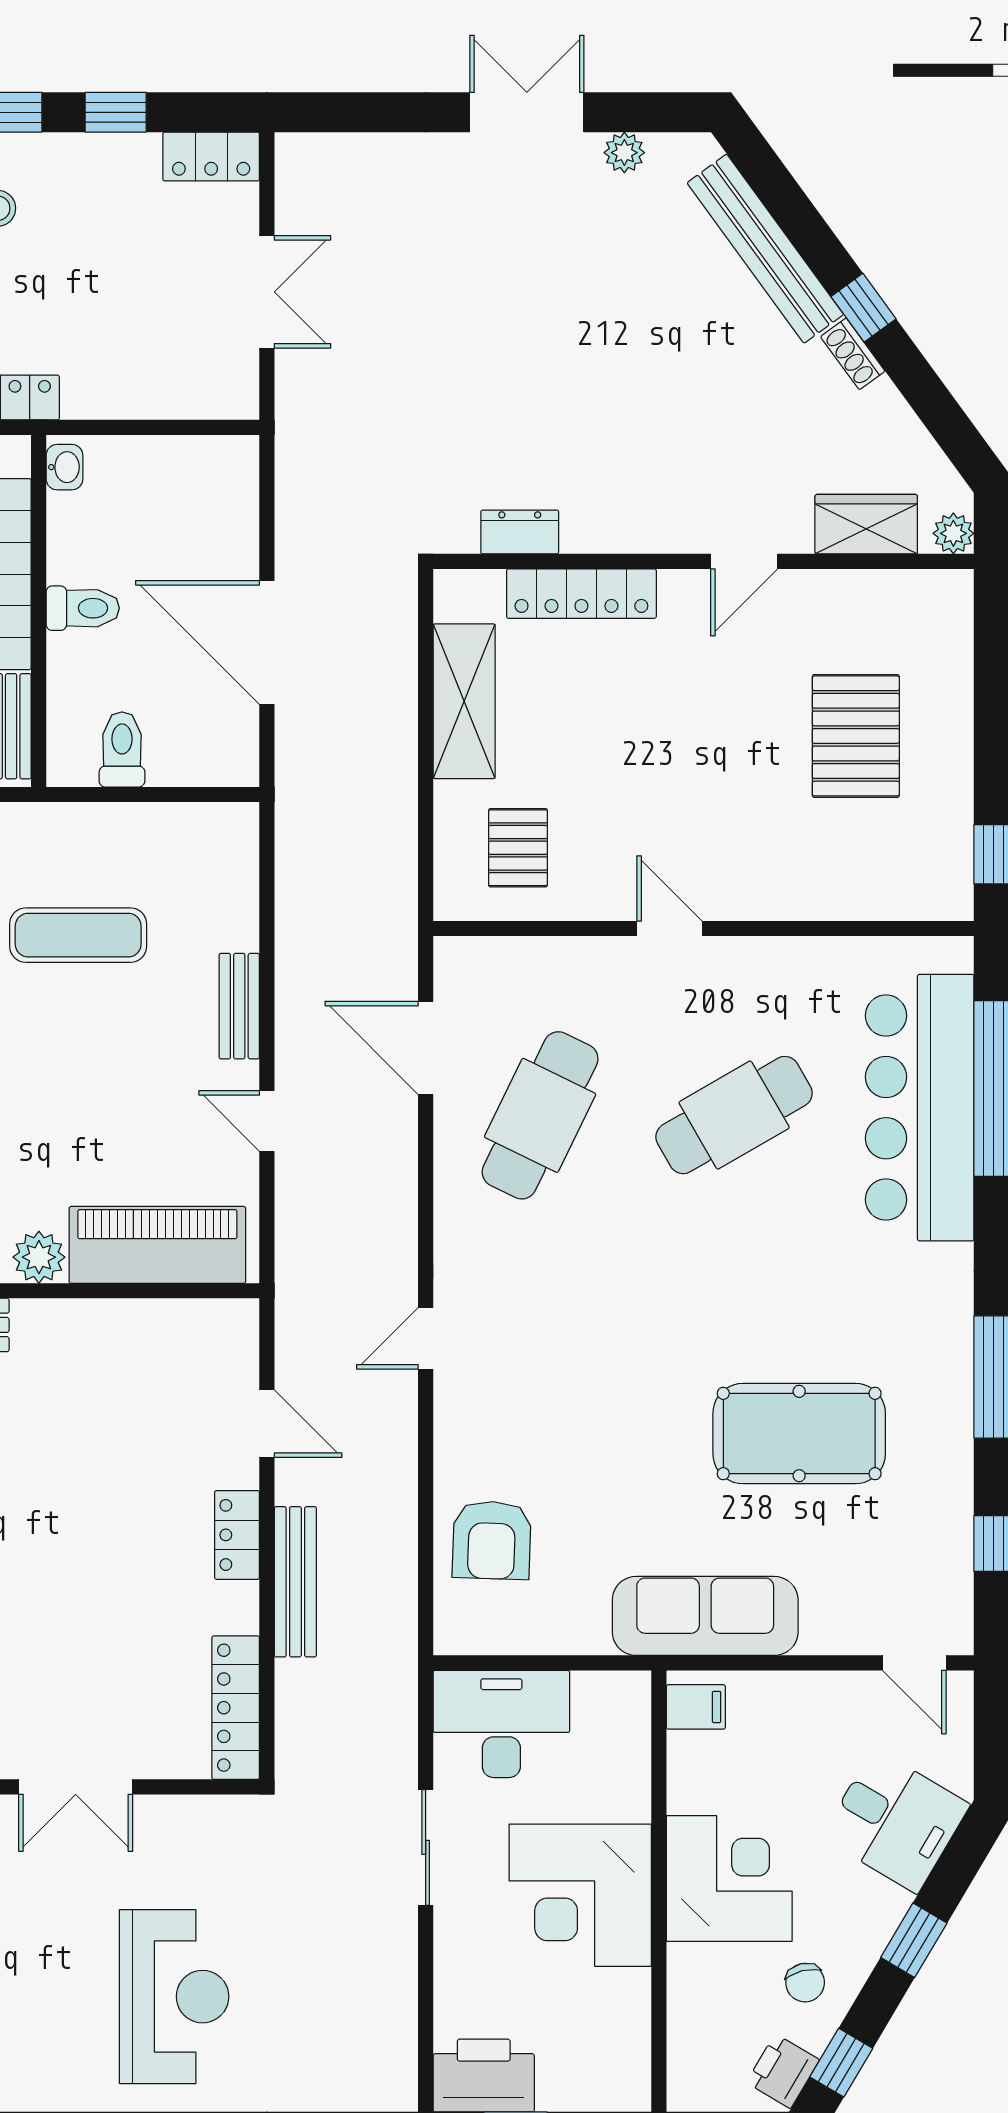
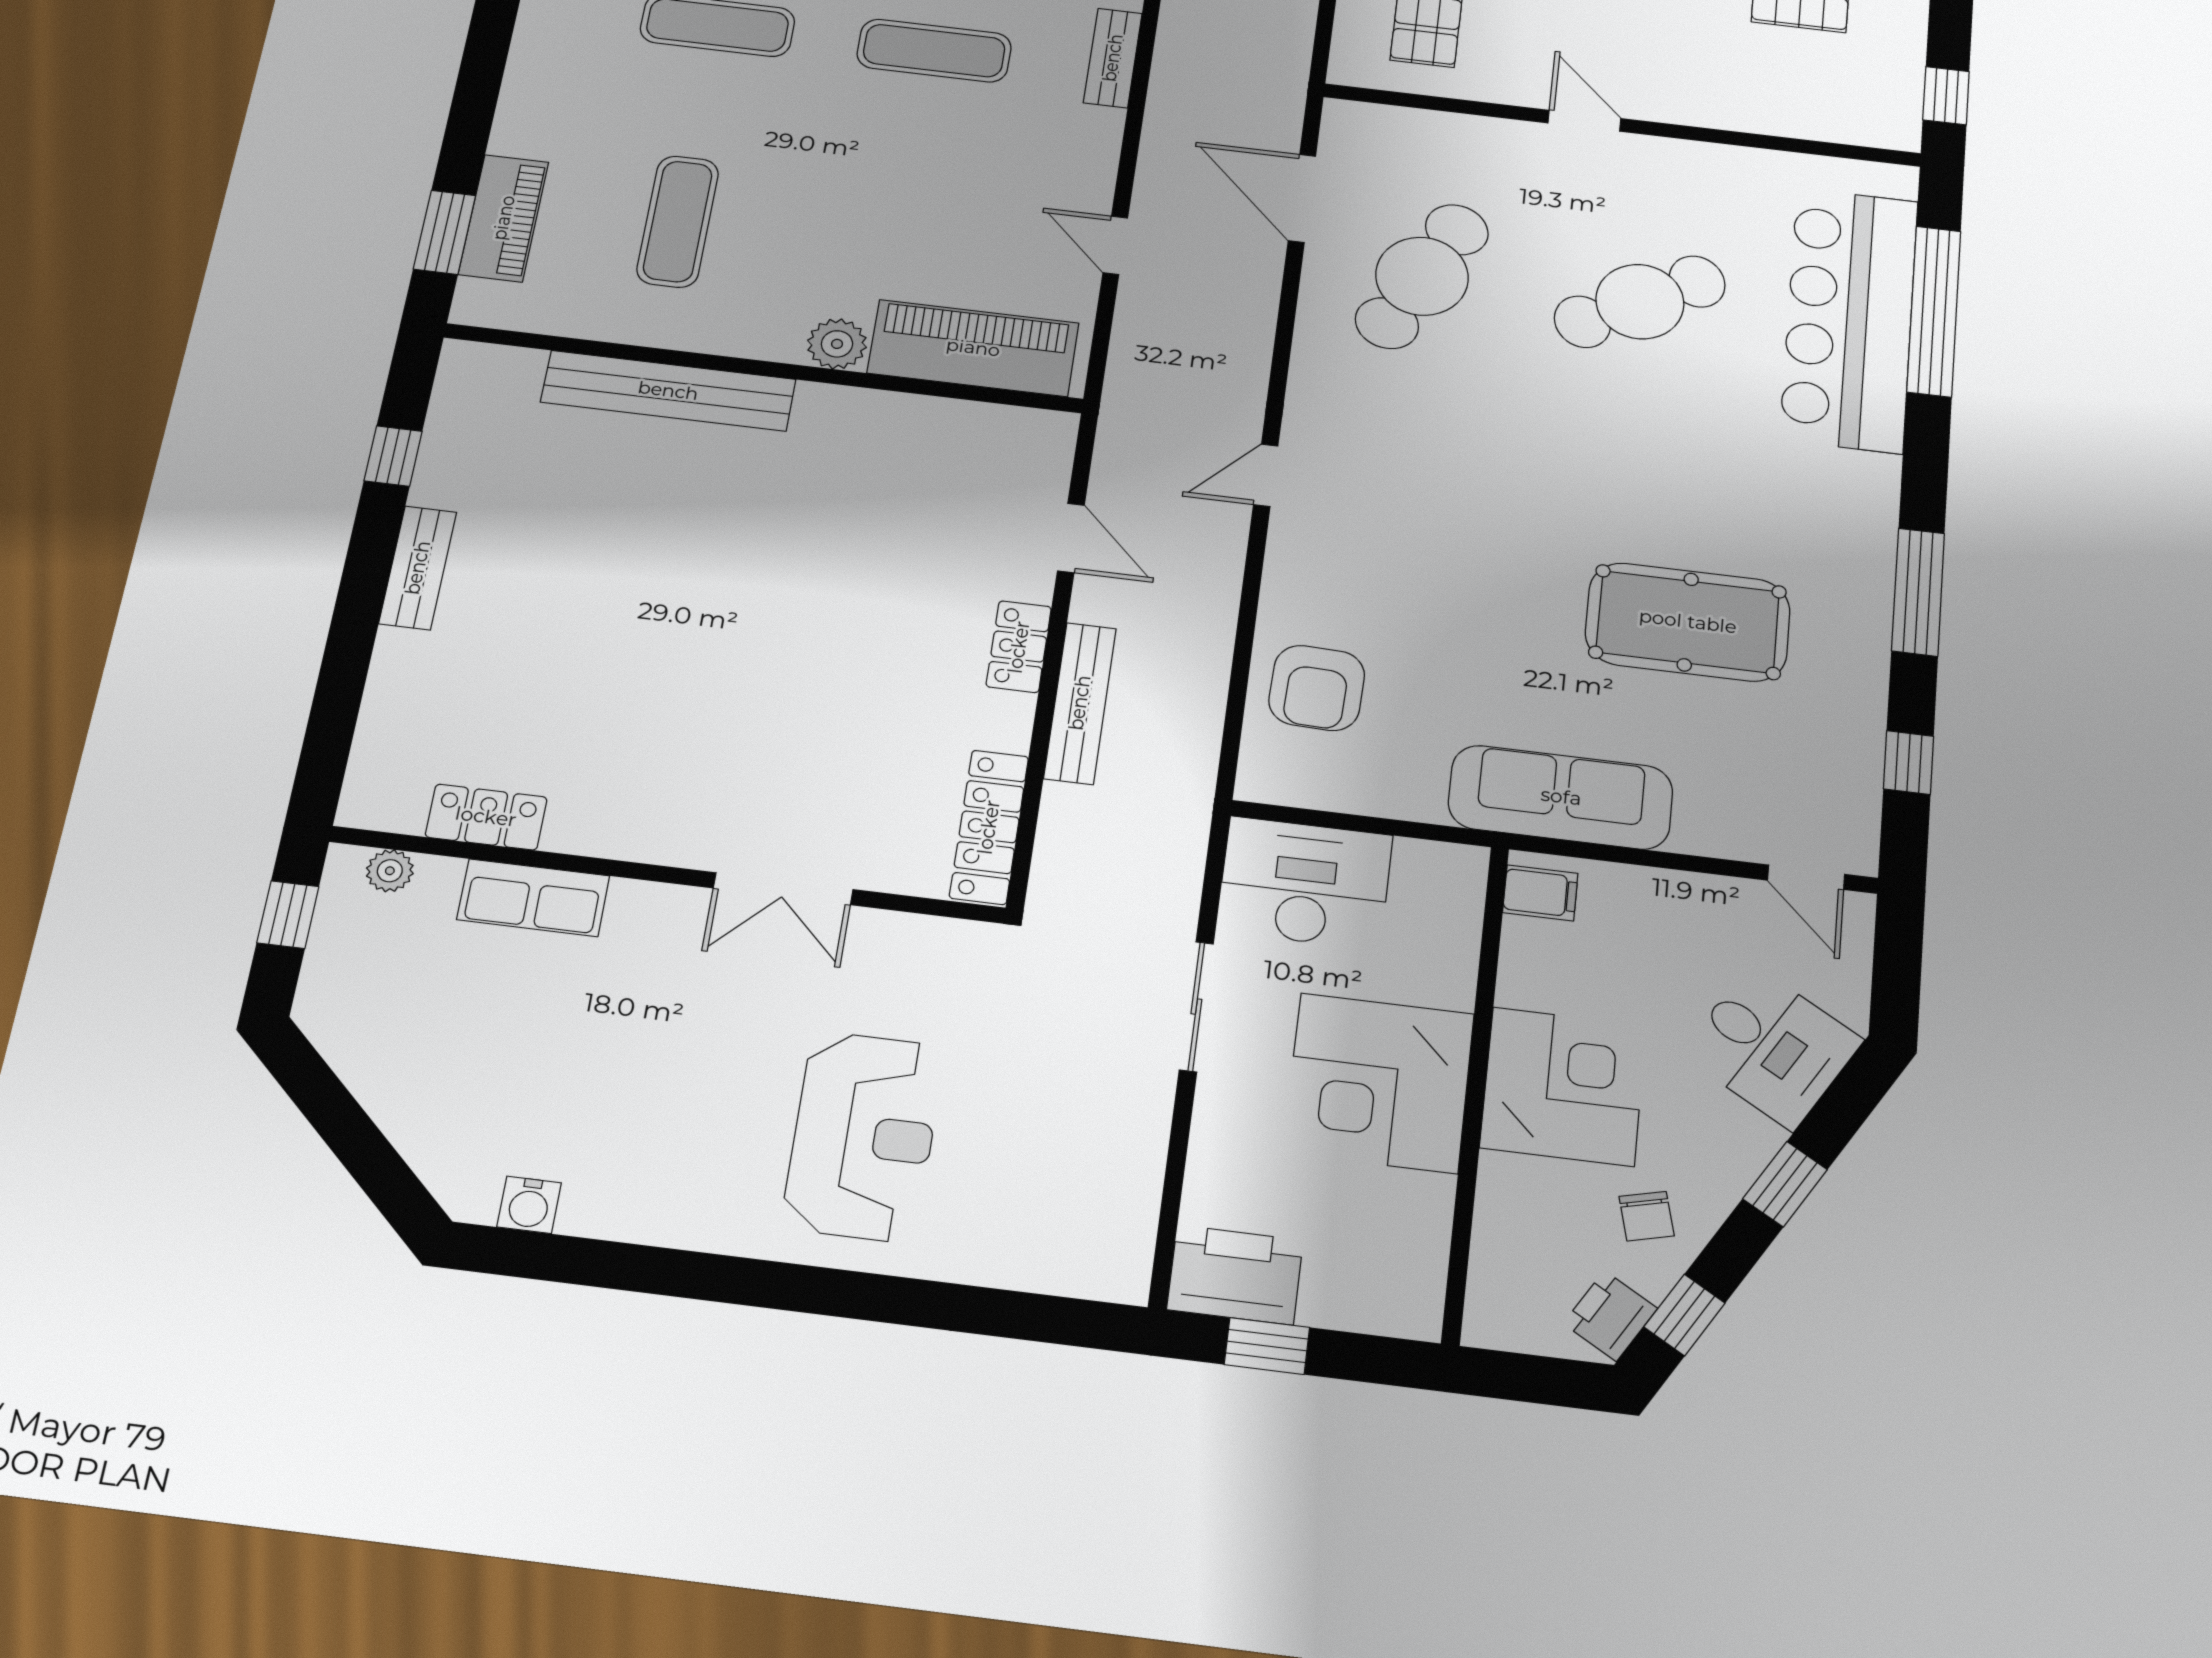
bench: (239, 1006) -> (1113, 58), moved

